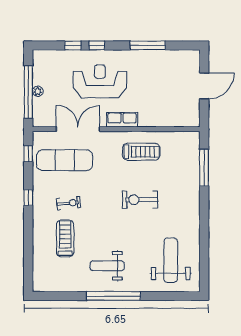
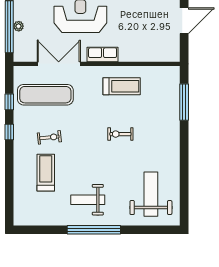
window: (28, 154) -> (9, 102), moved
exercise bike: (140, 200) -> (120, 134), width x0.73, depth x0.72

